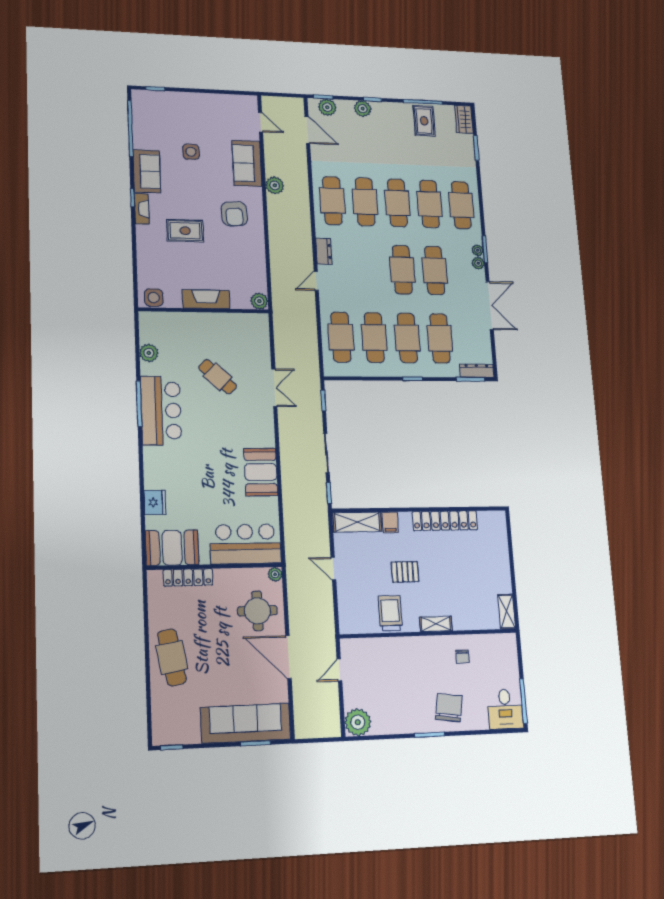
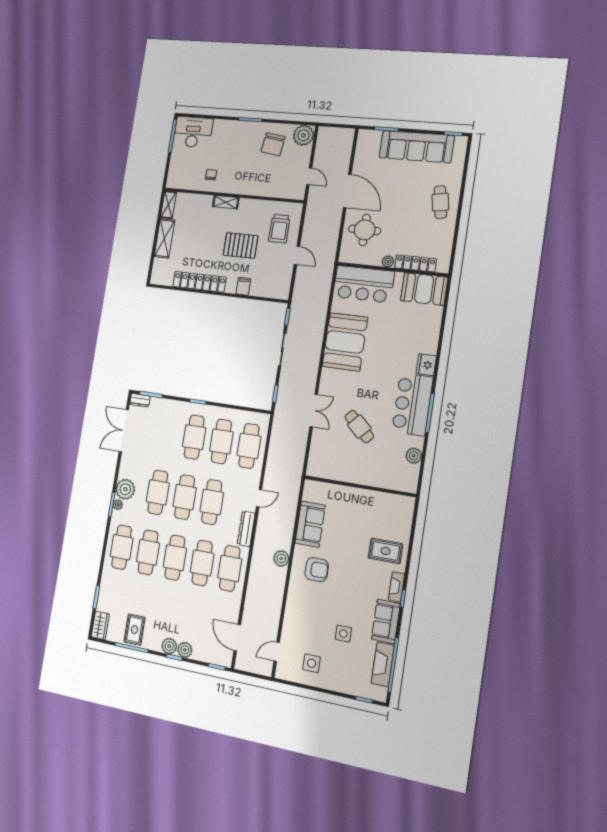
plant: (327, 107) -> (169, 646), moved
door: (260, 122) -> (277, 652), hinge flipped
sofa: (247, 163) -> (310, 524), moved
plant: (275, 185) -> (281, 558), moved
armchair: (234, 214) -> (317, 570), turned 94
rug: (185, 231) -> (385, 551), moved
dresser: (324, 251) -> (246, 529), width x1.44
plant: (478, 263) -> (125, 489), width x1.87, depth x1.87
side table: (154, 297) -> (312, 663), moved
fireplace: (206, 299) -> (383, 664), moved, turned 90
plant: (259, 301) -> (311, 487), removed
double door: (490, 306) -> (124, 431), moved
cafe table: (440, 338) -> (212, 502), moved
dresser: (477, 371) -> (140, 400), width x0.70
double door: (274, 388) -> (314, 410), swing flipped
booth: (261, 472) -> (345, 342), width x1.36, depth x1.42
fridge: (155, 502) -> (426, 365), moved
shelving: (357, 522) -> (164, 238), moved, turned 90
pallet: (405, 572) -> (240, 245), width x1.50, depth x1.42
plant: (275, 574) -> (388, 261), moved
trolley: (390, 613) -> (279, 229), moved
cafe table: (172, 657) -> (440, 202), width x0.73, depth x0.74
door: (339, 670) -> (309, 176), hinge flipped
chair: (449, 708) -> (273, 144), moved
desk: (505, 709) -> (193, 132), width x1.37
sofa: (246, 723) -> (417, 147), moved

